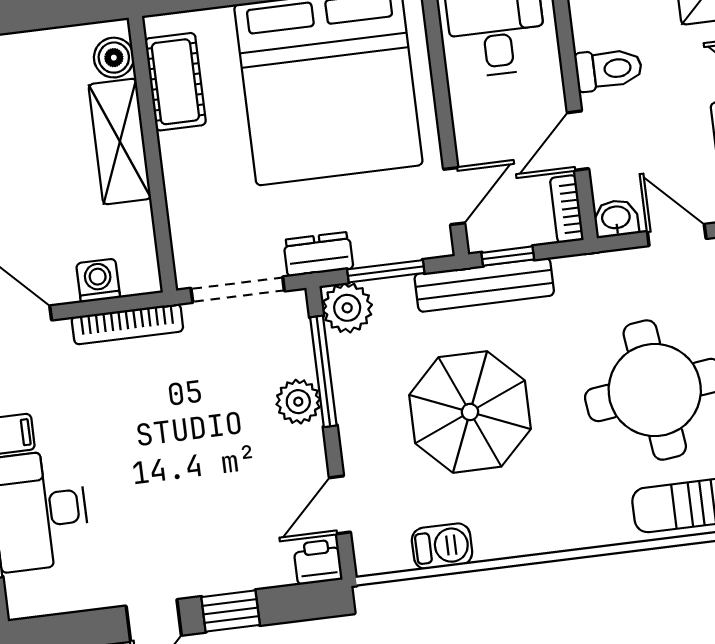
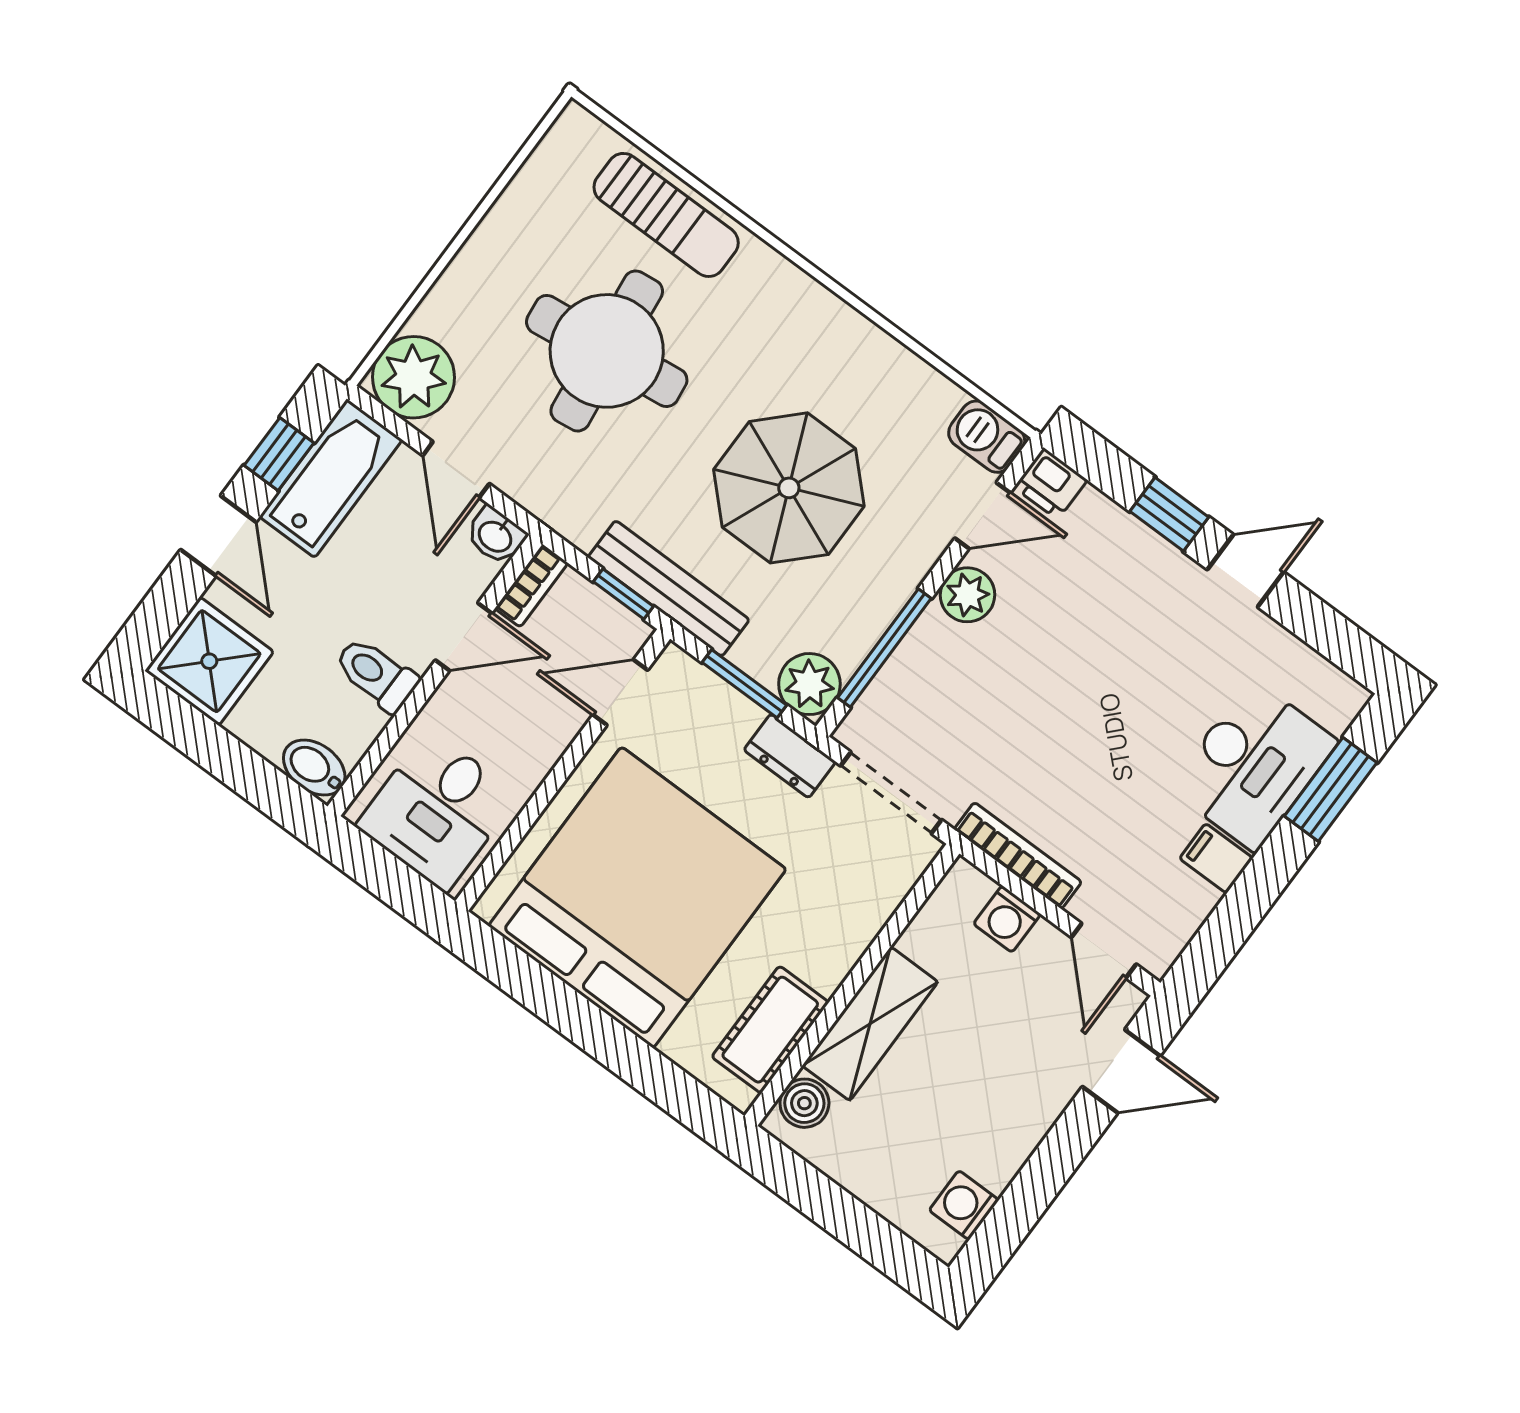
plant: (298, 402) -> (967, 595), moved
barbecue: (442, 546) -> (987, 437), moved

